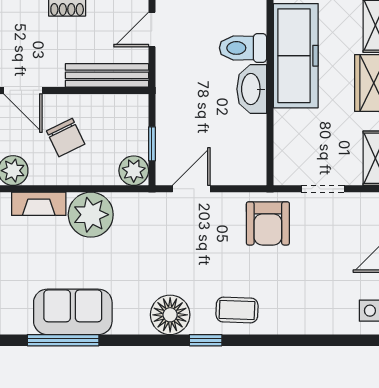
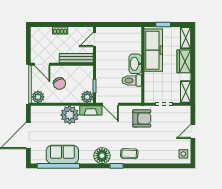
toilet: (243, 48) -> (132, 80), moved
door: (191, 189) -> (111, 104), swing flipped
fireplace: (39, 204) -> (91, 110), moved
armchair: (268, 223) -> (142, 118), turned -90
window: (63, 340) -> (58, 166), width x1.46

